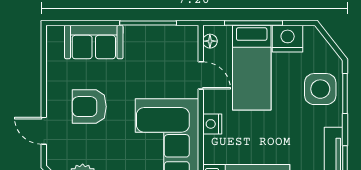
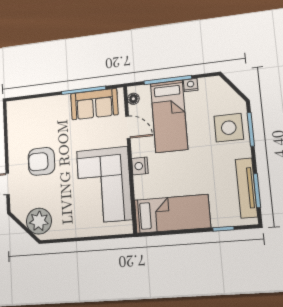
nightstand: (288, 39) -> (191, 85), width x0.53, depth x0.56
sofa: (94, 42) -> (94, 104), moved

